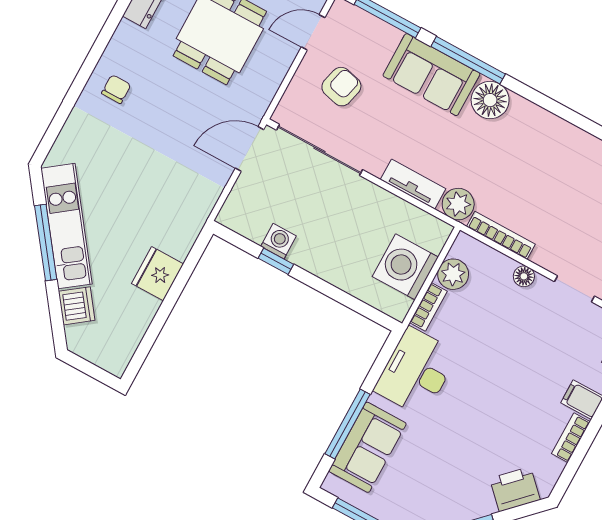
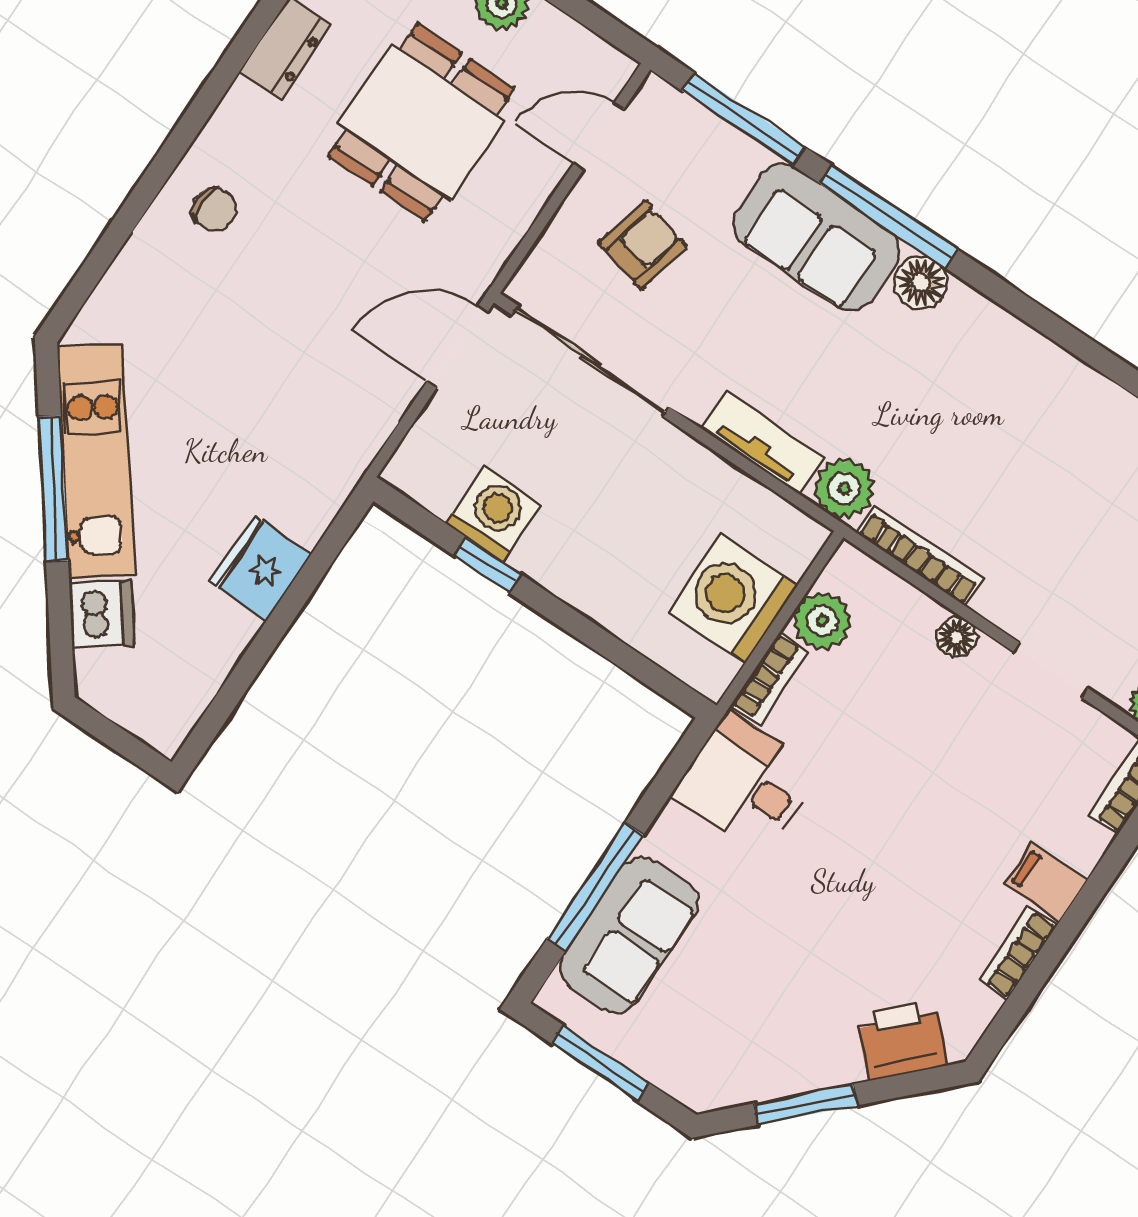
chair: (116, 89) -> (214, 209), turned 90
floor lamp: (490, 100) -> (921, 283), width x0.73, depth x0.73
washing machine: (279, 241) -> (494, 514), width x1.38, depth x1.38
desk: (416, 372) -> (746, 783), width x0.73

